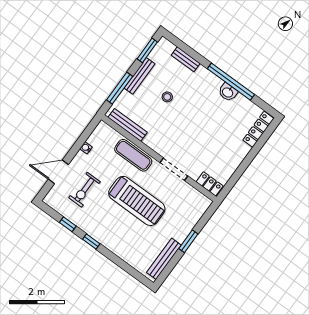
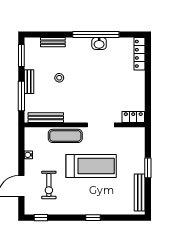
bench: (139, 76) -> (29, 82), width x0.73
window: (68, 224) -> (41, 218), moved
window: (91, 241) -> (93, 218), moved

